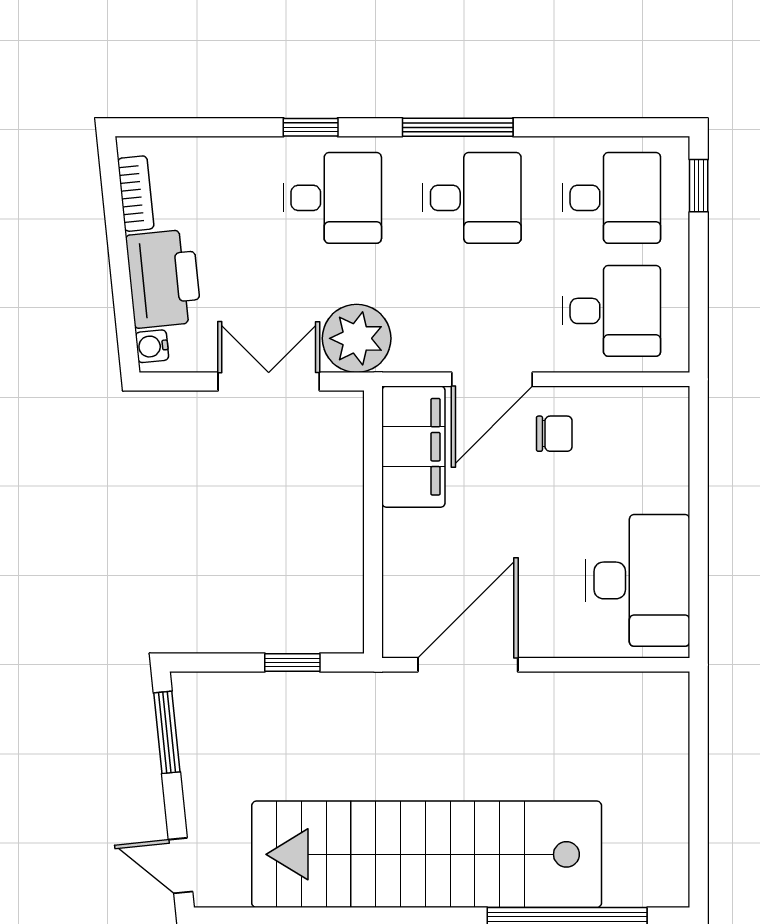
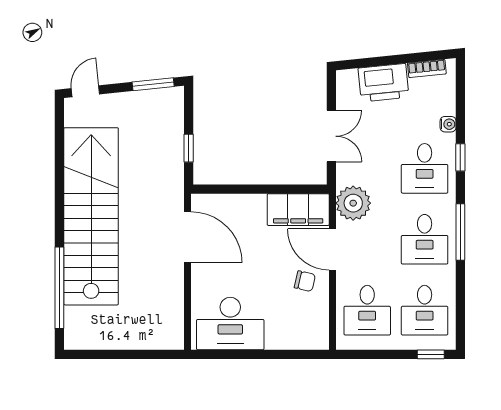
plant: (357, 338) -> (353, 203), moved
water cooler: (152, 346) -> (448, 124), moved, turned 96
chair: (554, 434) -> (305, 281), turned -77

